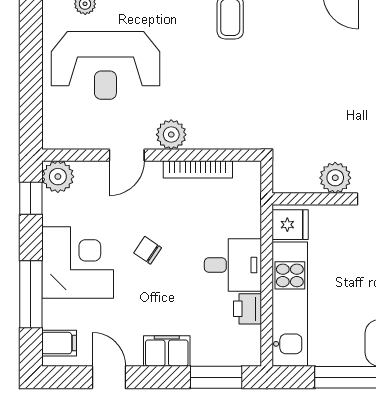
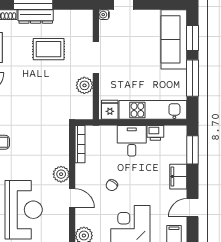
bookcase: (198, 169) -> (80, 144), moved
chair: (148, 250) -> (112, 185), moved

